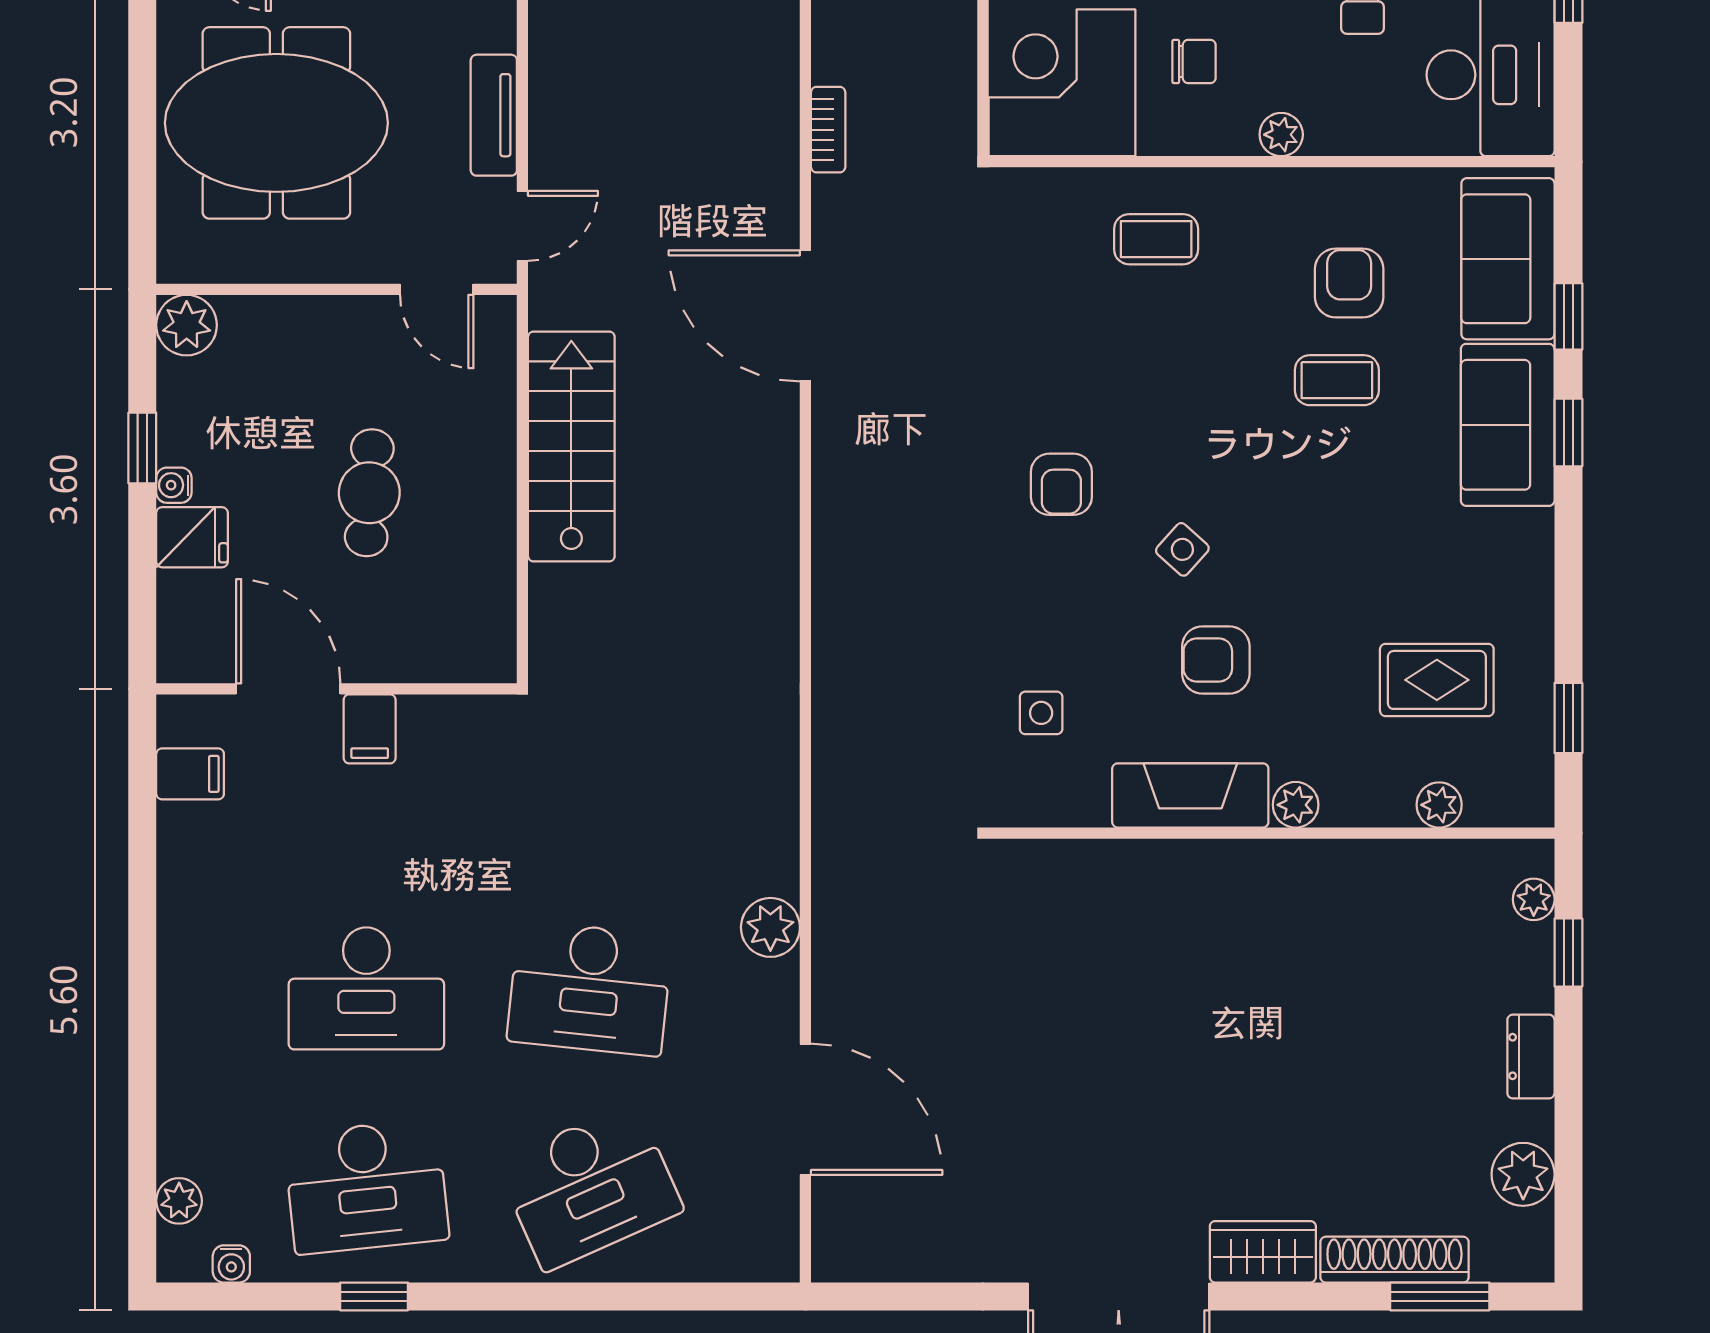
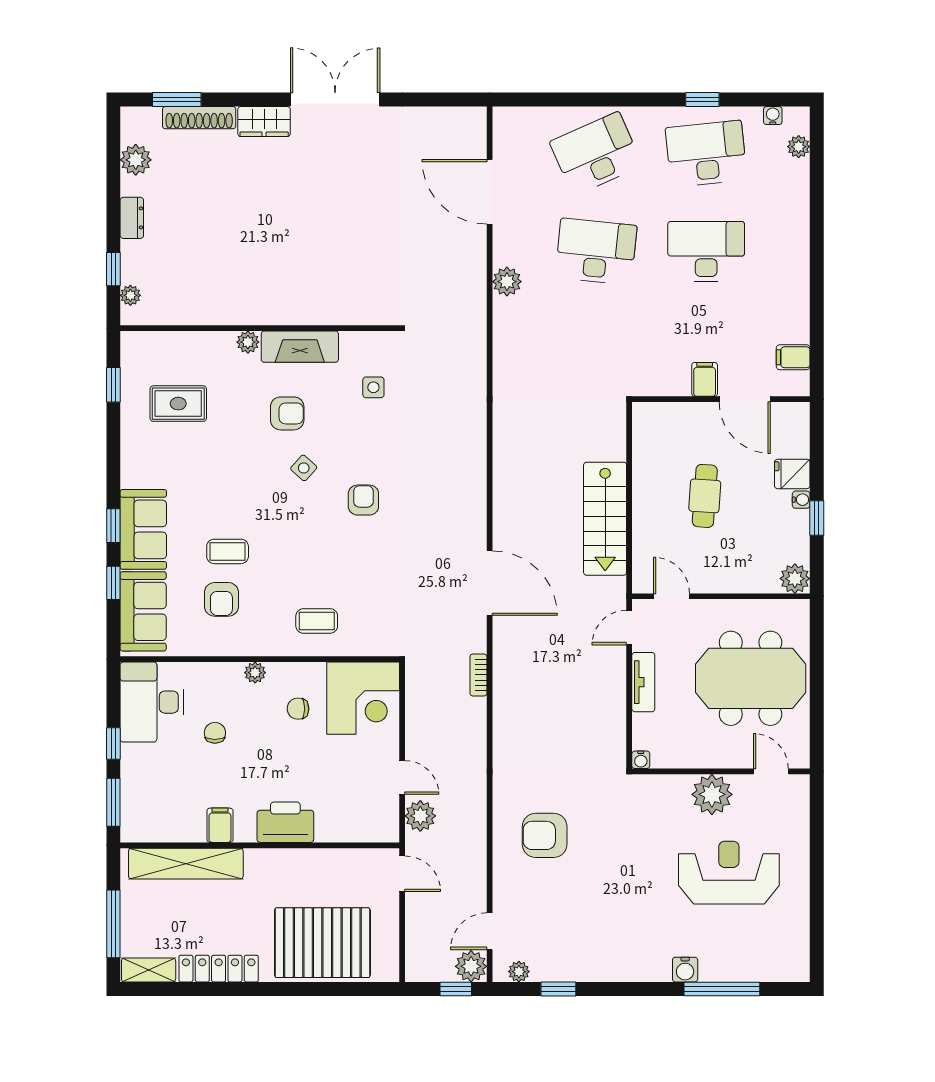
plant: (1439, 805) -> (177, 342), removed

